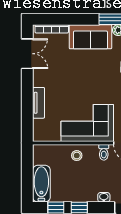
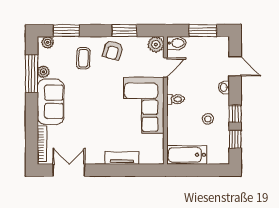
toilet: (104, 152) -> (175, 99), moved
stool: (77, 156) -> (208, 119), moved
bathtub: (41, 184) -> (187, 155), moved

